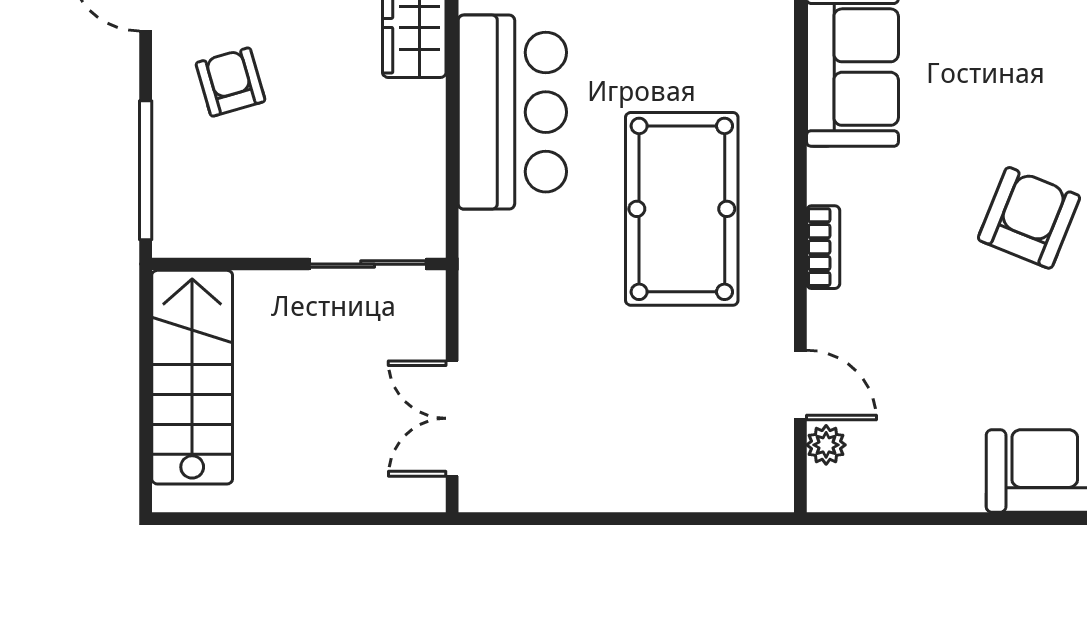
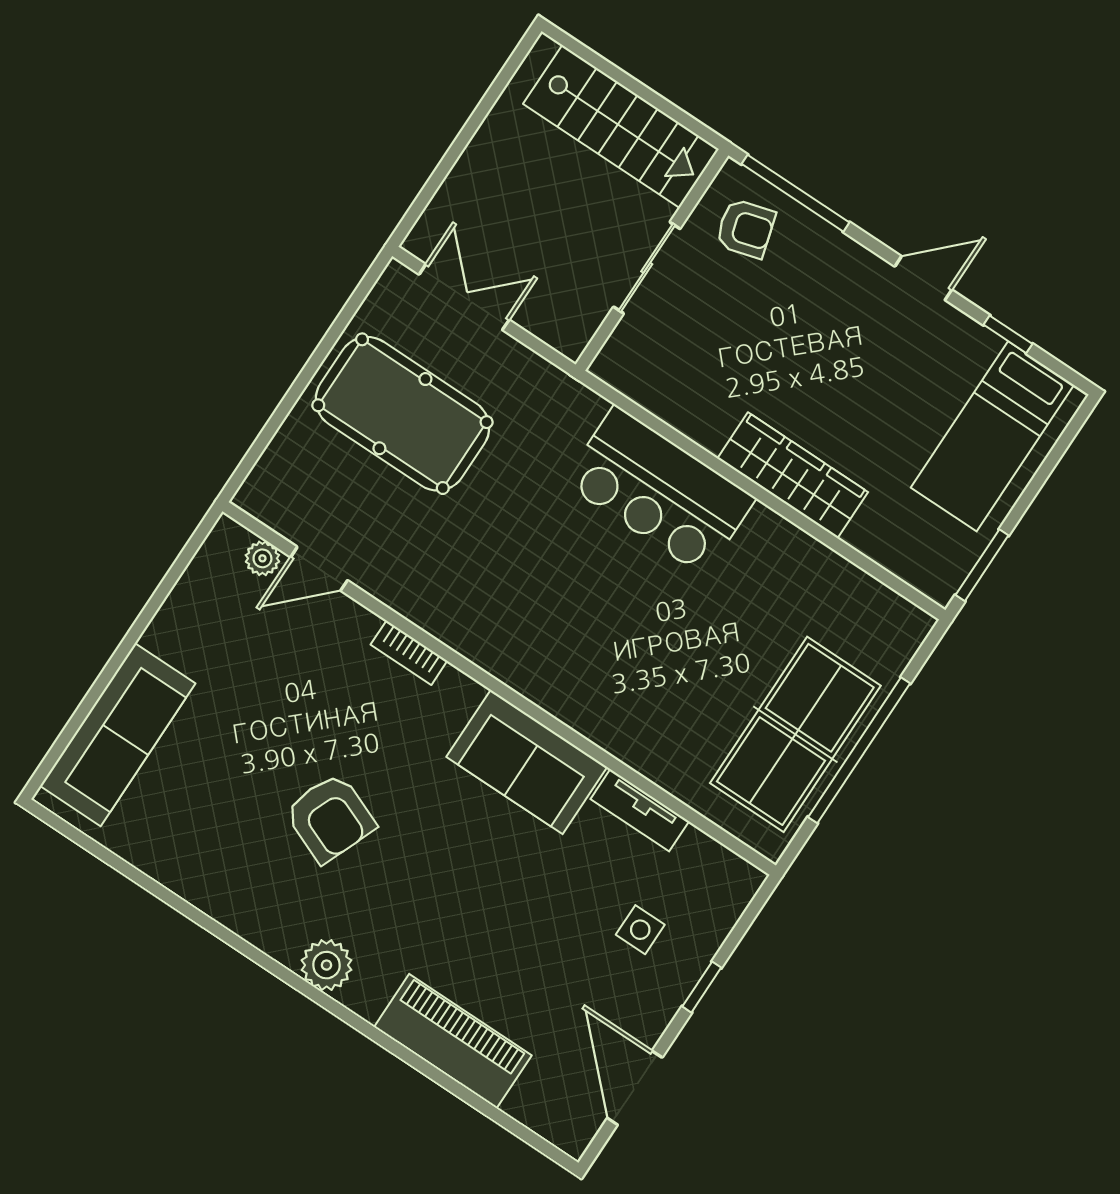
armchair: (230, 82) -> (746, 228), moved
pool table: (682, 209) -> (402, 414), moved
sliding door: (368, 264) -> (647, 268), moved

